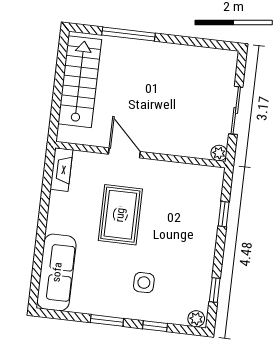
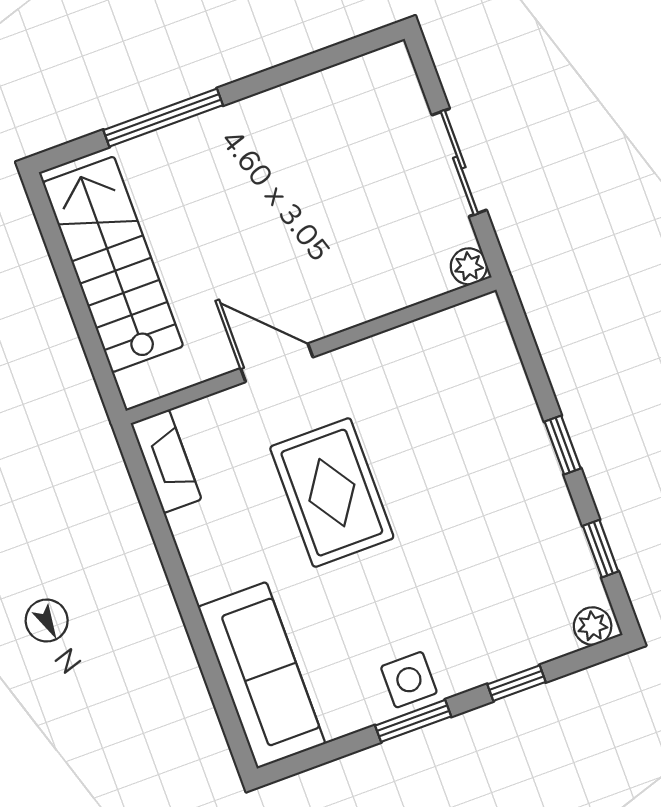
window: (224, 214) -> (563, 445), moved
side table: (144, 283) -> (409, 680), moved

